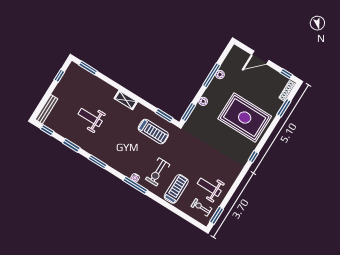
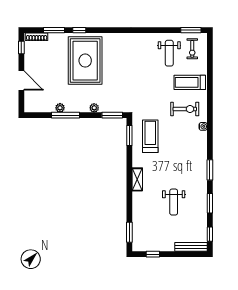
window: (253, 157) -> (79, 30), moved
window: (135, 185) -> (210, 122), removed

